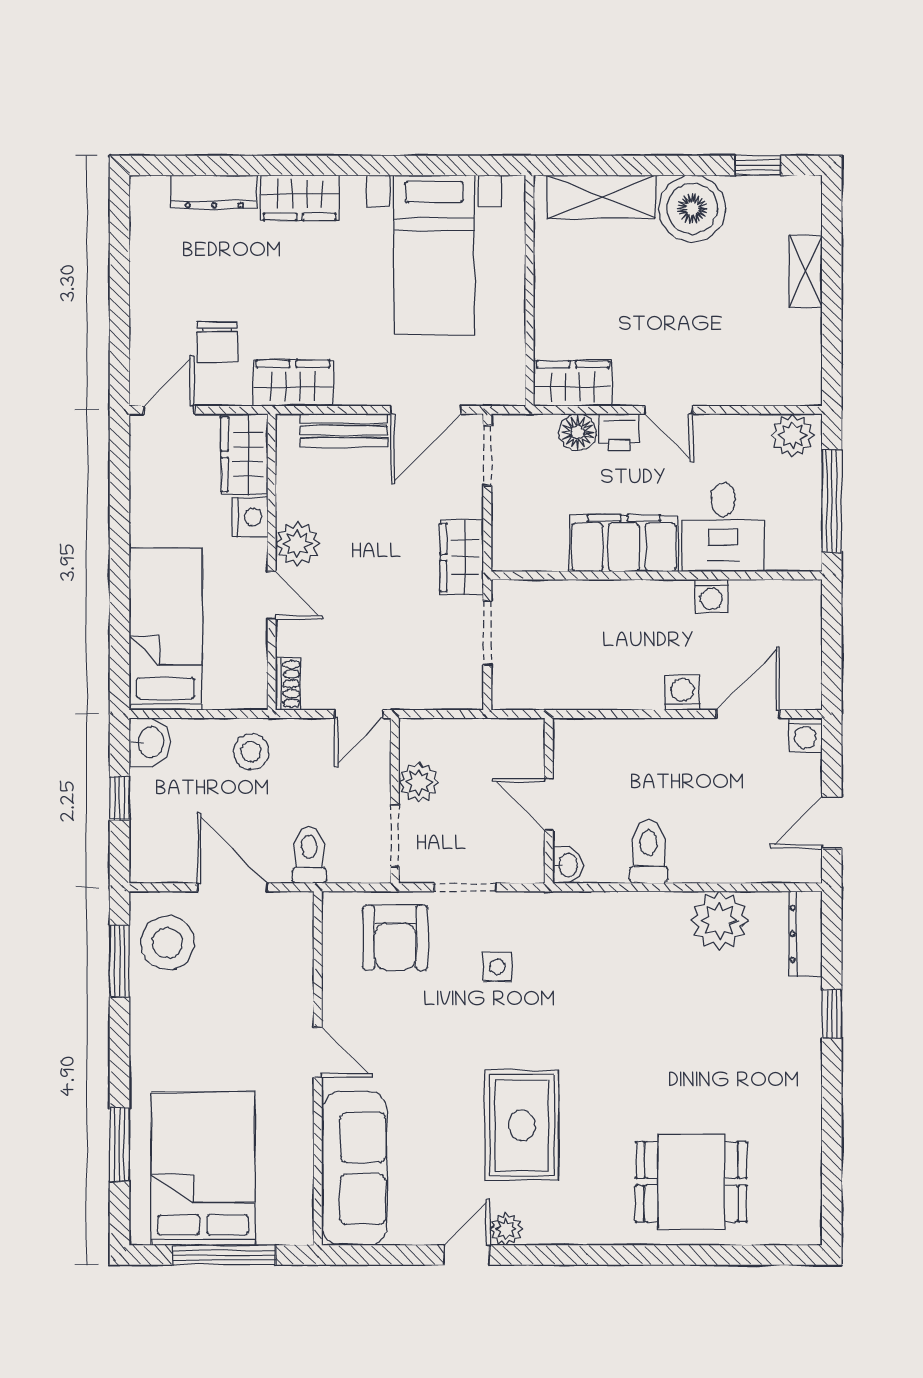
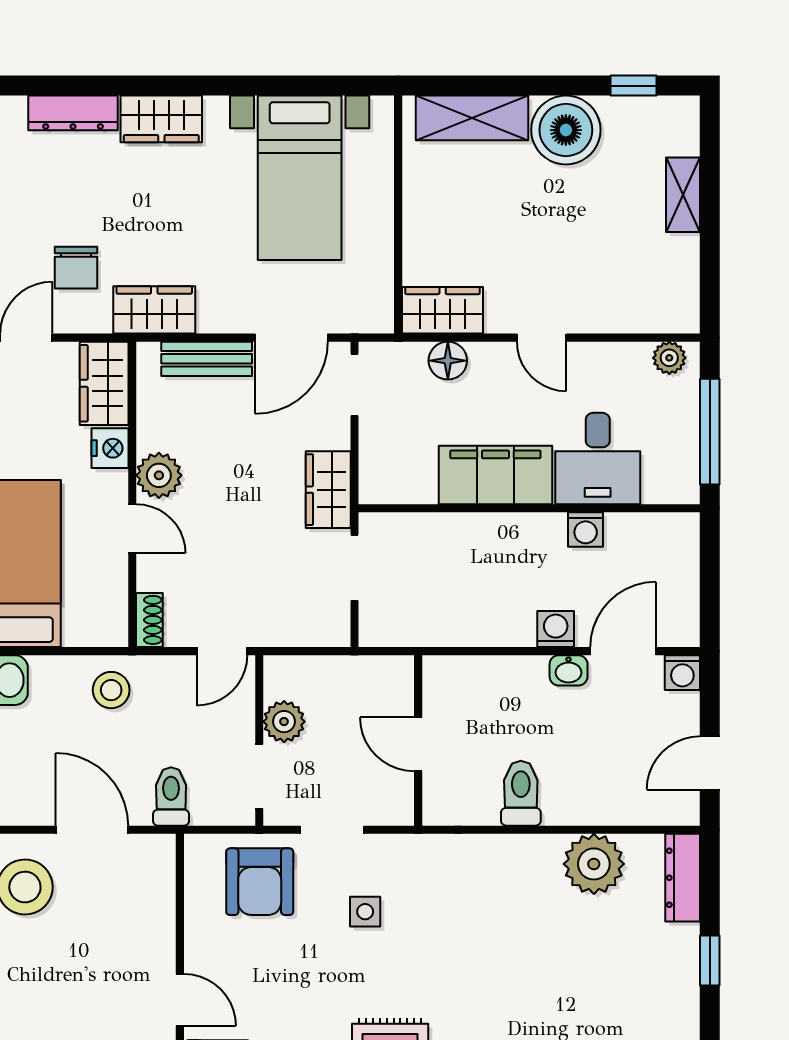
printer: (619, 432) -> (491, 360), removed
plant: (793, 435) -> (669, 358), width x0.73, depth x0.73
washbasin: (567, 865) -> (569, 670), moved, turned 90

